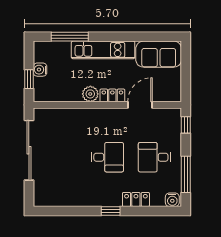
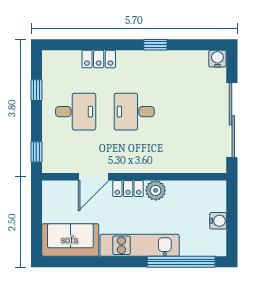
window: (70, 37) -> (181, 262), width x1.46
window: (29, 79) -> (232, 209), removed
window: (186, 174) -> (36, 90), width x0.46
water cooler: (172, 200) -> (217, 59), moved
window: (111, 211) -> (155, 45), moved

